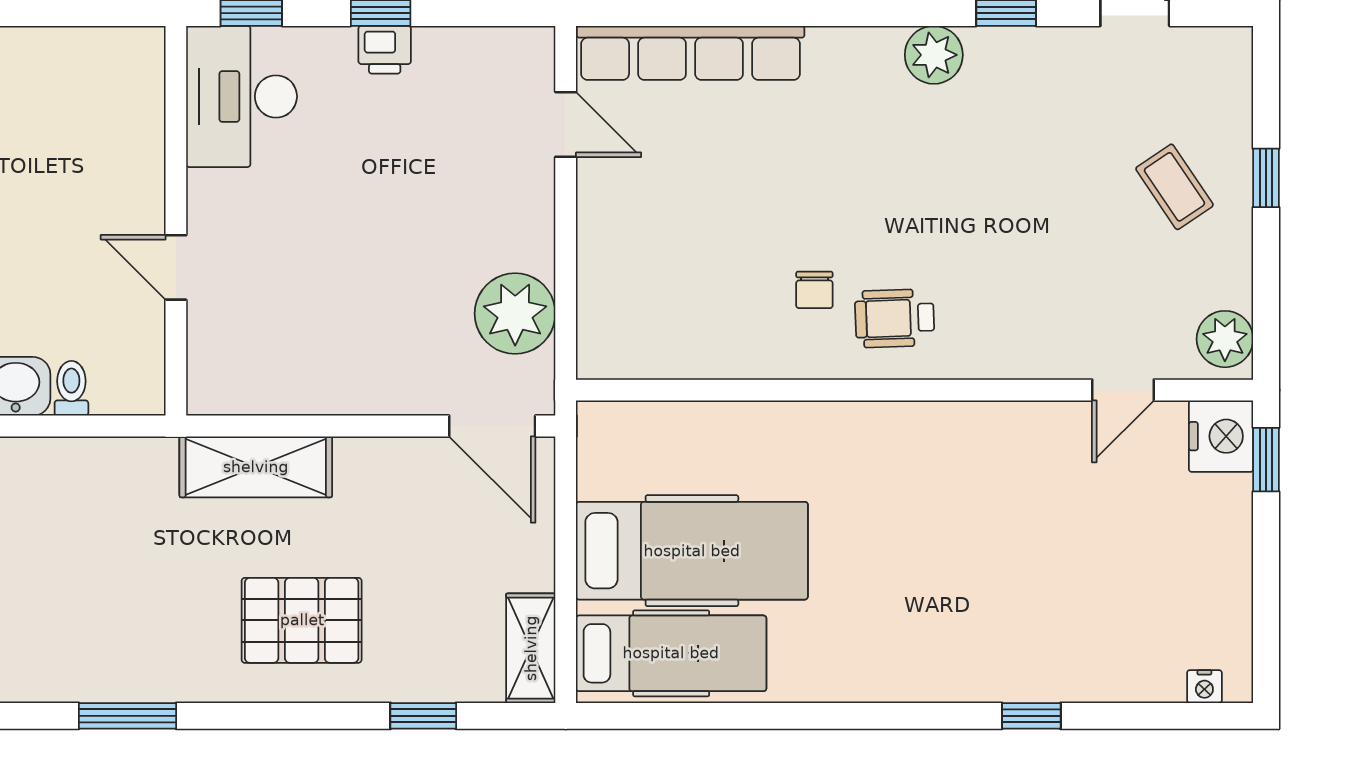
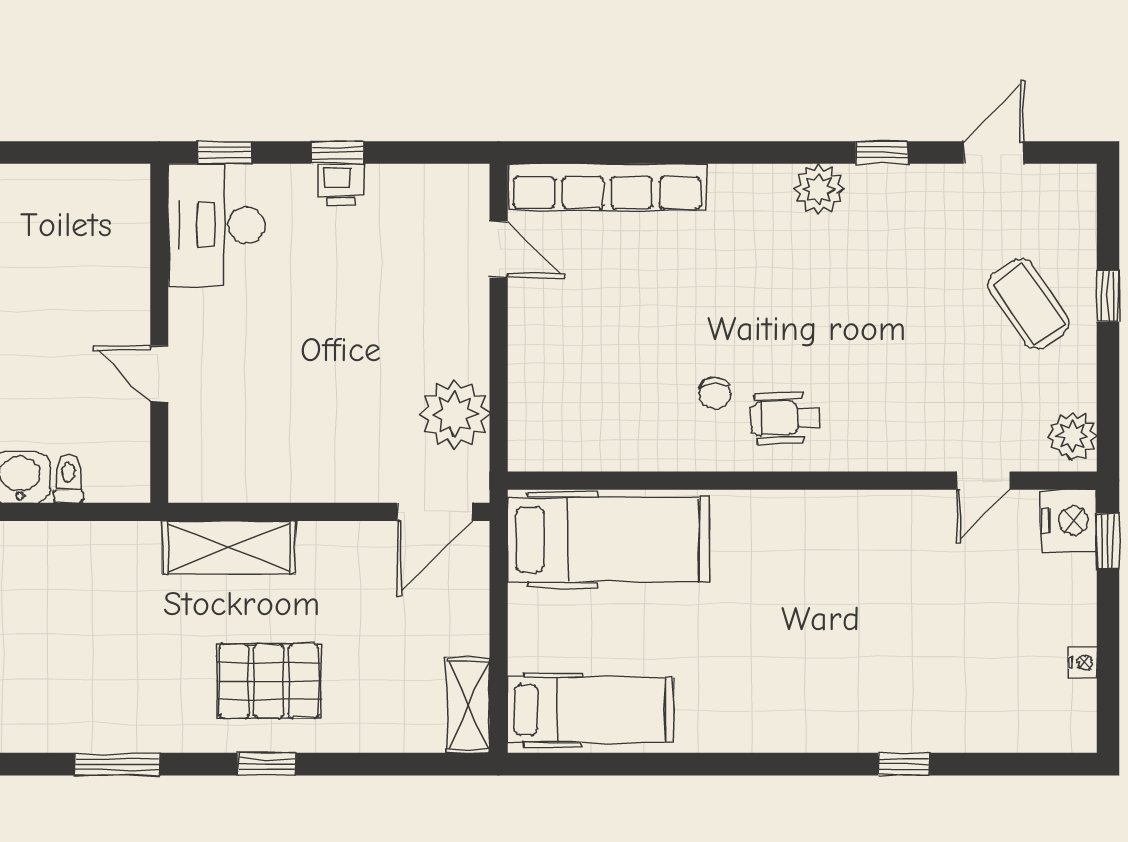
coffee table: (1174, 187) -> (1028, 304), width x1.36, depth x1.30
door: (492, 426) -> (435, 512), hinge flipped
hospital bed: (692, 551) -> (608, 539), moved
nightstand: (1204, 687) -> (1082, 663), moved, turned -90
window: (423, 716) -> (267, 764), moved

